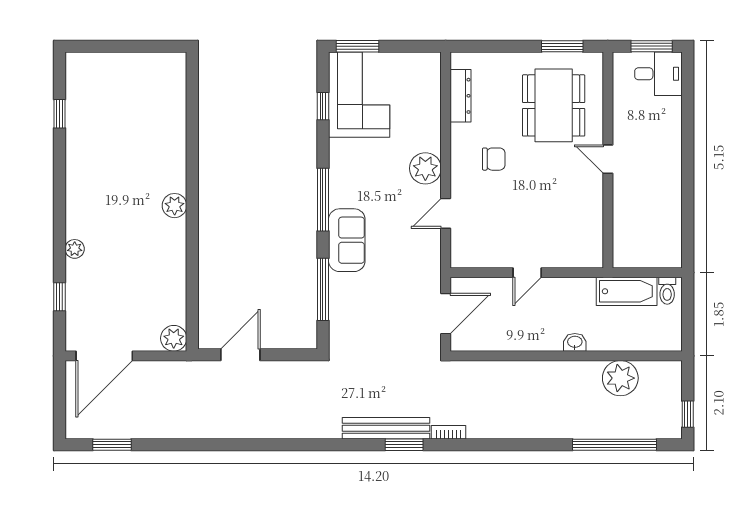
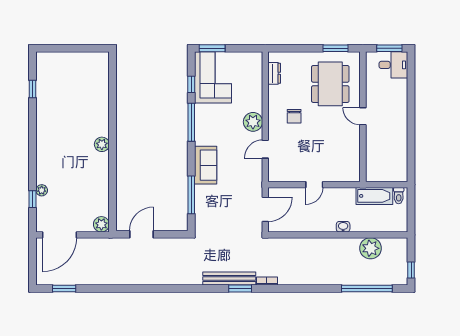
dresser: (460, 96) -> (274, 73), width x0.70
chair: (494, 159) -> (294, 116), turned 90
window: (323, 200) -> (191, 122), moved
plant: (75, 249) -> (42, 190), moved

